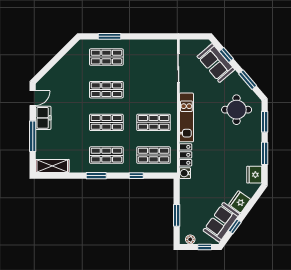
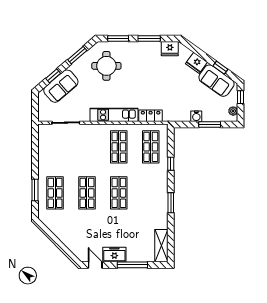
shop shelf: (106, 155) -> (151, 193), removed
water cooler: (185, 173) -> (196, 116), moved

